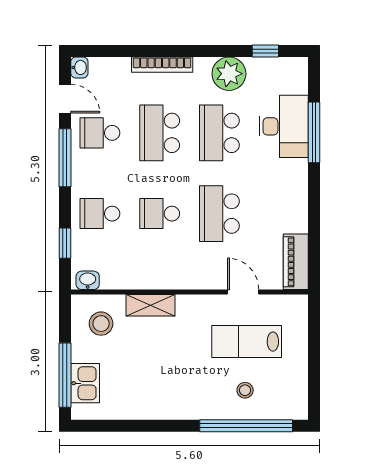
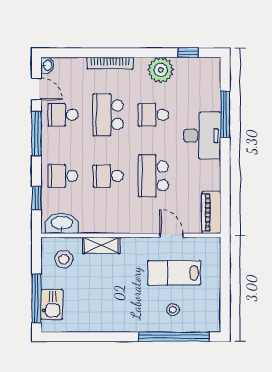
desk: (284, 126) -> (202, 136), moved
school desk: (219, 133) -> (153, 115), width x0.54
washbasin: (88, 280) -> (62, 223), width x1.91, depth x1.45

